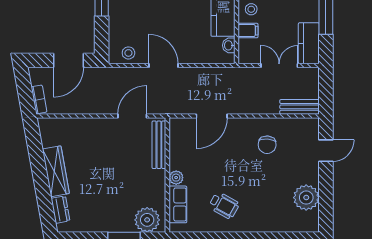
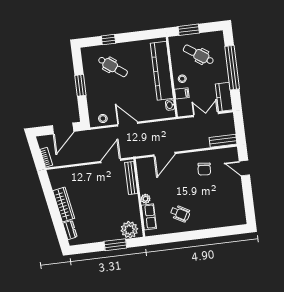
door: (326, 151) -> (244, 168), swing flipped
plant: (306, 198) -> (235, 201), removed

